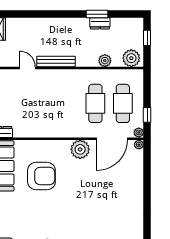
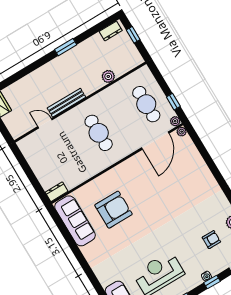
window: (97, 14) -> (66, 47), moved
dresser: (100, 23) -> (111, 31), moved
plant: (131, 58) -> (130, 61), removed
cafe table: (95, 103) -> (99, 133), moved
plant: (80, 149) -> (133, 166), removed

